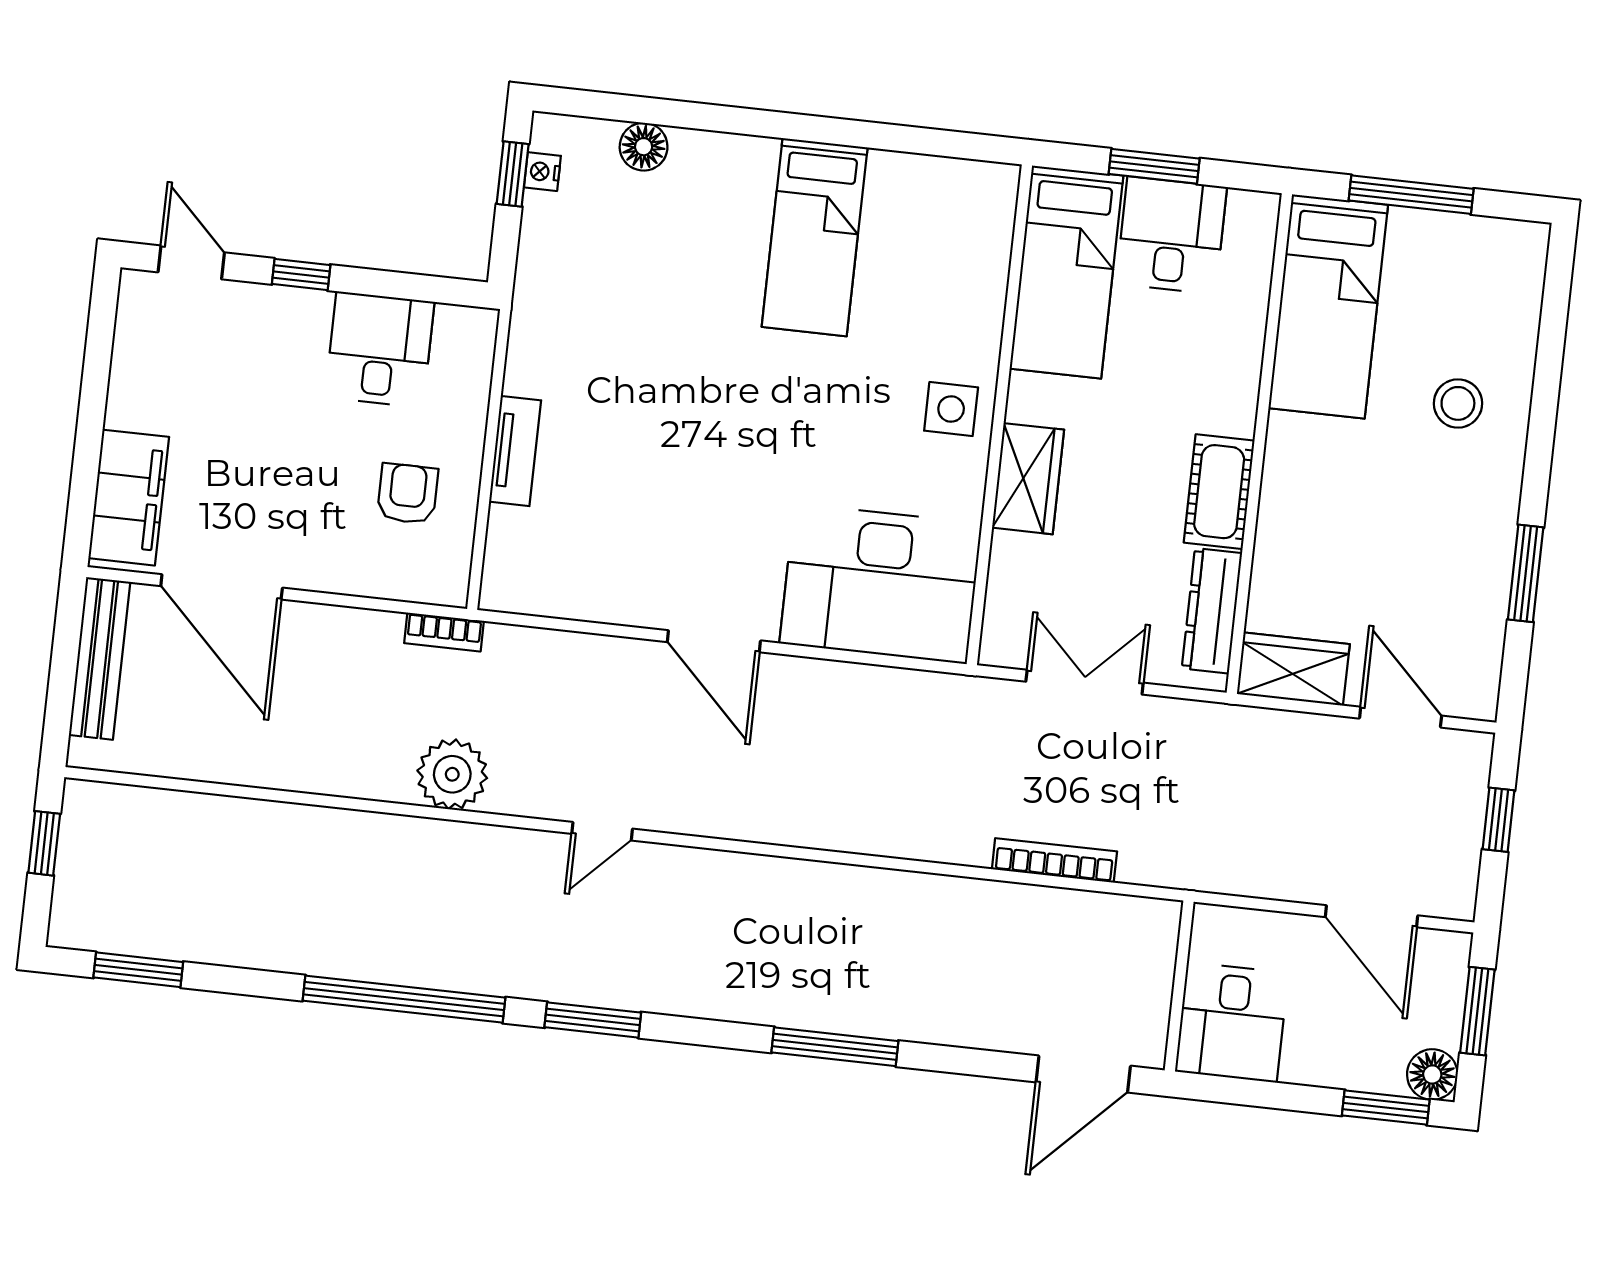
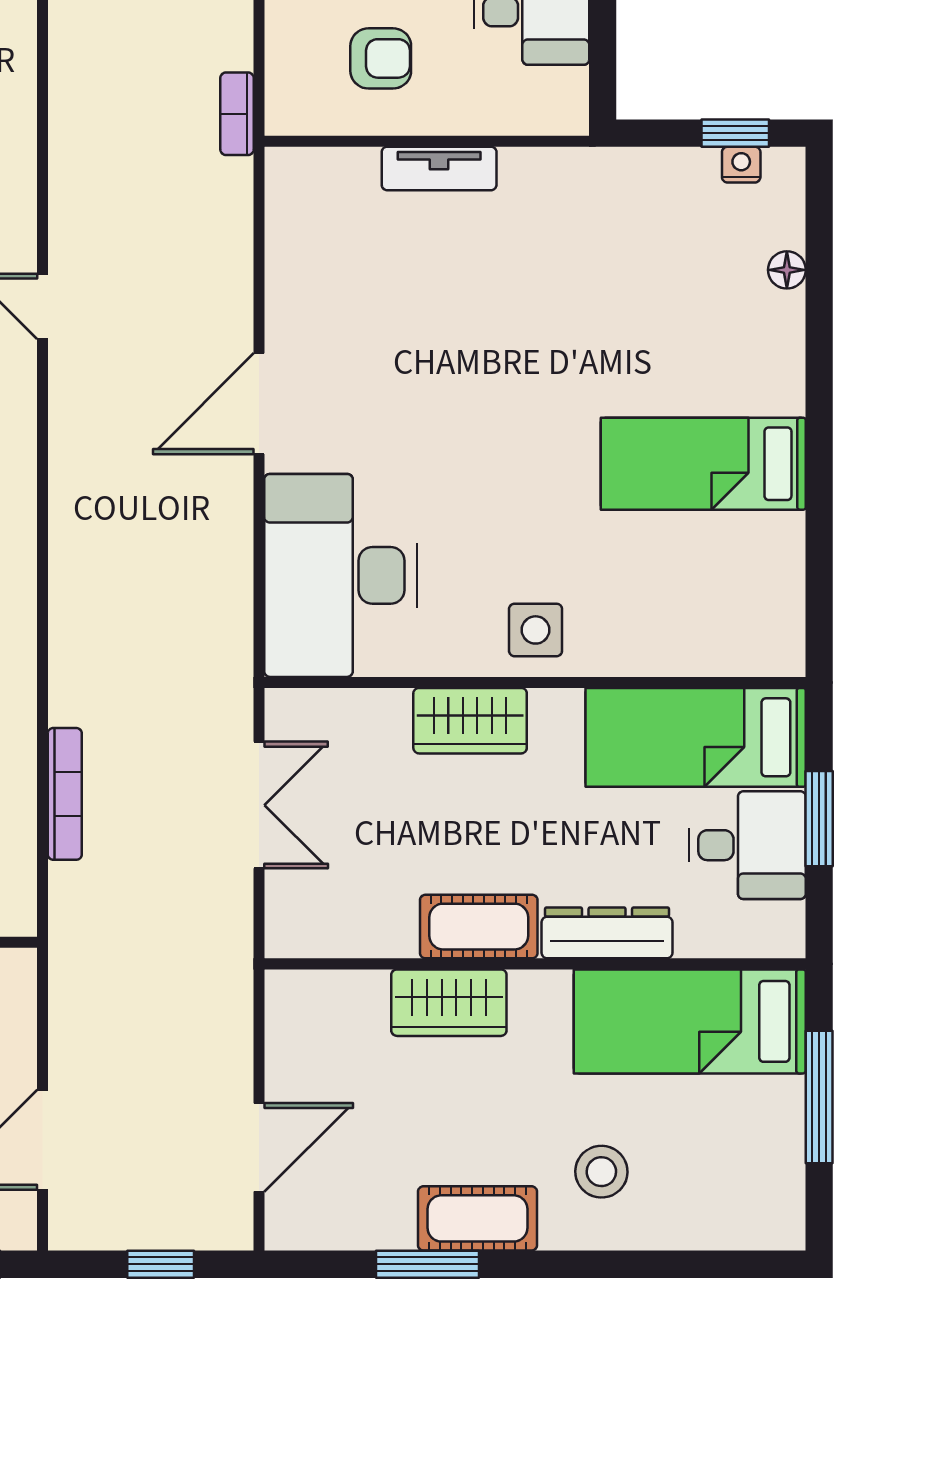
floor lamp: (644, 147) -> (787, 270), width x0.73, depth x0.73
cot: (1488, 523) -> (478, 1218), added
dresser: (1212, 611) -> (607, 933), moved
wardrobe: (1293, 669) -> (449, 1003), moved, turned 90
plant: (452, 774) -> (86, 139), removed

